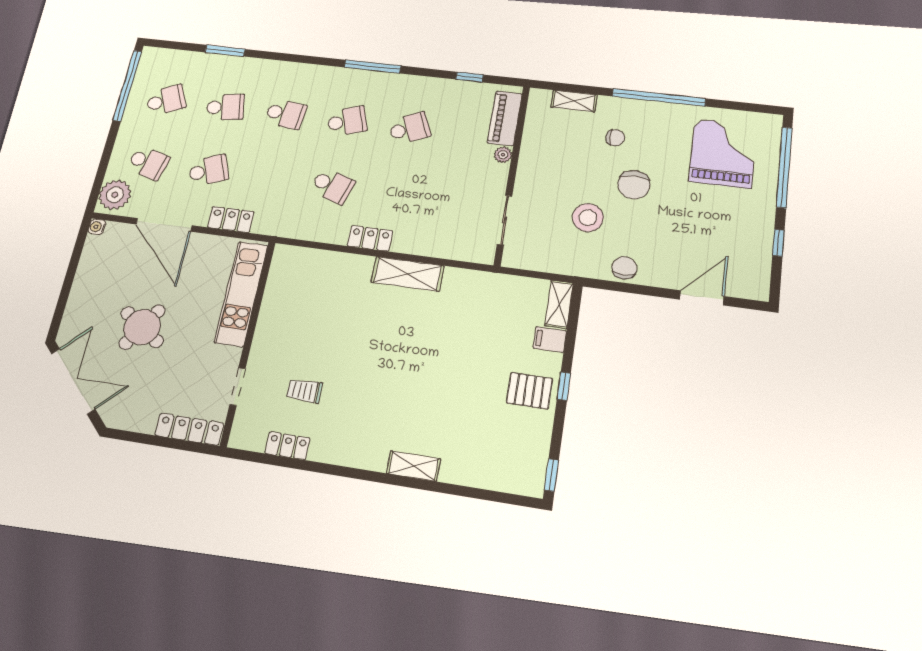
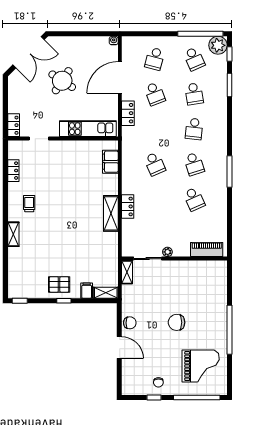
window: (469, 77) -> (229, 54), moved
shelving: (574, 101) -> (127, 272), moved
chair: (615, 138) -> (158, 382), moved
plant: (503, 155) -> (167, 252), moved
school desk: (332, 186) -> (155, 164), turned -42
plant: (115, 195) -> (218, 45), moved
stool: (588, 218) -> (155, 301), removed
locker: (370, 238) -> (128, 206), moved
filing cabinet: (311, 262) -> (110, 162), added
door: (702, 298) -> (119, 348), moved
trolley: (304, 391) -> (29, 204), moved
pallet: (529, 391) -> (59, 284), turned 90
locker: (189, 429) -> (14, 125), width x0.66

